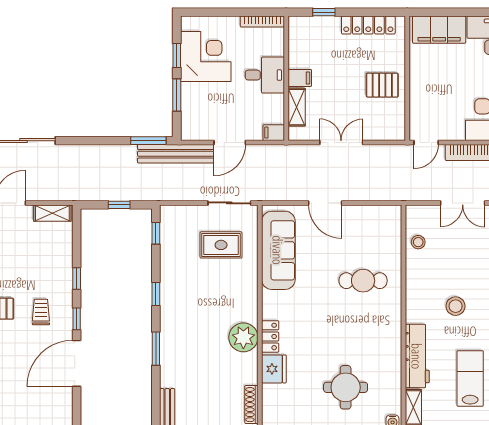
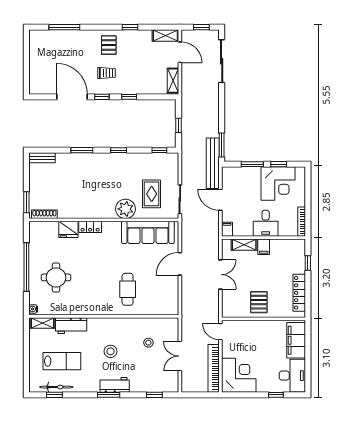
stool: (418, 242) -> (148, 343), moved
plant: (243, 337) -> (125, 209), moved
workbench: (417, 356) -> (71, 326), width x0.73

